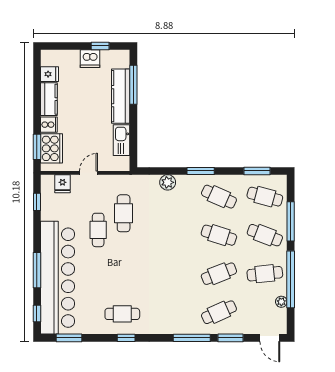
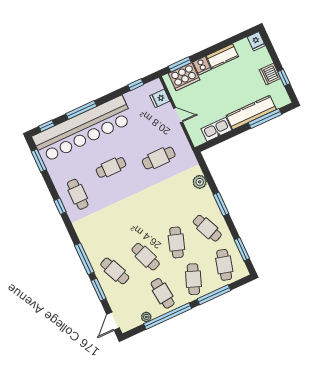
fridge: (50, 74) -> (256, 41), moved
cafe table: (219, 197) -> (207, 228), turned -48
cafe table: (98, 230) -> (111, 167), moved

